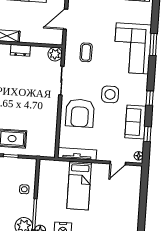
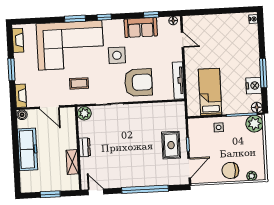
window: (153, 44) -> (75, 19), moved
corner sofa: (132, 48) -> (70, 45), width x1.36, depth x1.36
window: (150, 98) -> (104, 17), moved
bed: (79, 186) -> (210, 92), moved, turned -90

